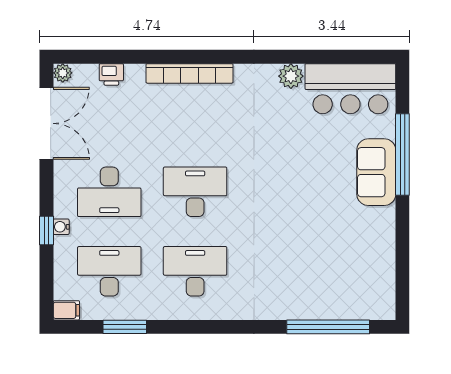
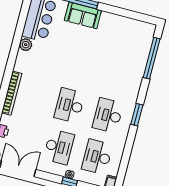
window: (125, 327) -> (137, 115), moved

